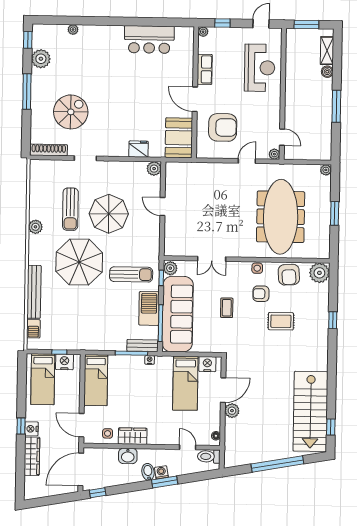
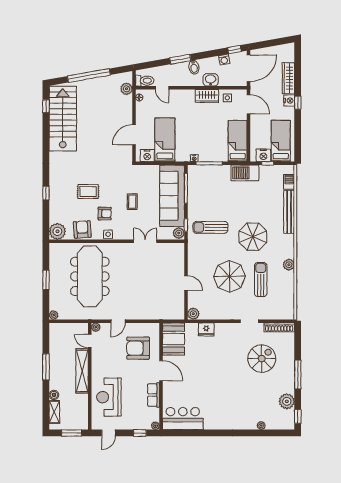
bar counter: (149, 39) -> (183, 419), moved
shelving: (292, 101) -> (82, 371), added
spiral stairs: (71, 112) -> (262, 359), turned 180
parasol: (79, 262) -> (253, 237), width x0.73, depth x0.73
barbecue: (149, 308) -> (245, 173), moved, turned 90
bench: (143, 345) -> (200, 170), removed
plant: (232, 411) -> (127, 89), moved
washing machine: (161, 472) -> (224, 60), moved

